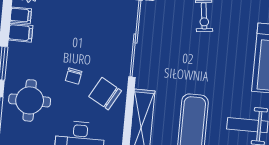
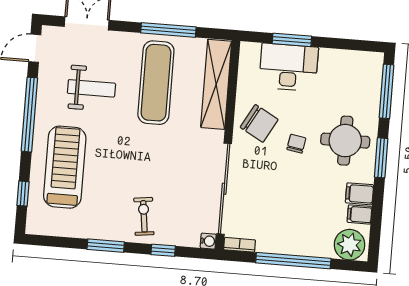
round table: (30, 100) -> (345, 141), moved

